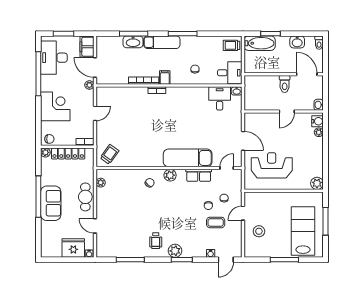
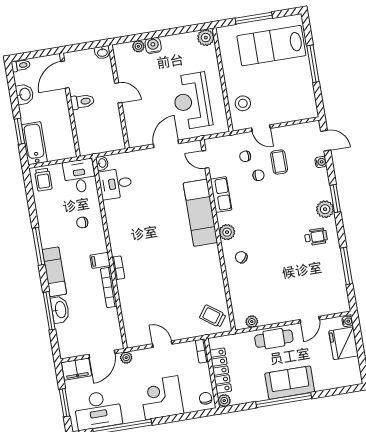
water cooler: (318, 121) -> (153, 46), moved
stool: (259, 231) -> (243, 103), moved

